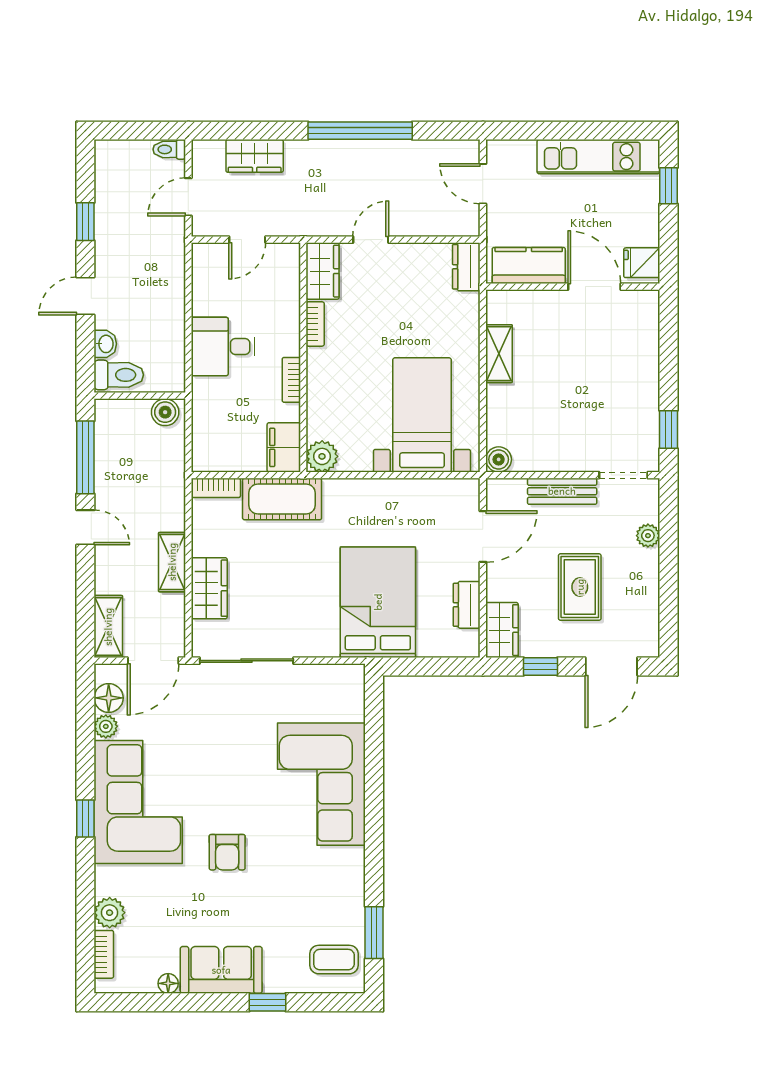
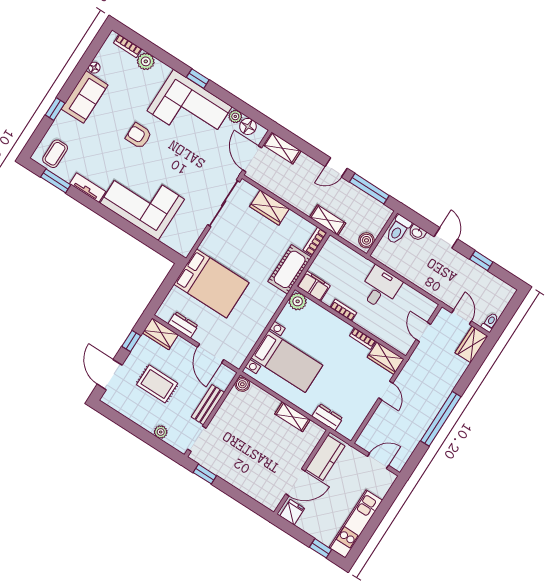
wardrobe: (255, 156) -> (471, 344), moved
dresser: (466, 267) -> (327, 417), moved
shelving: (172, 562) -> (328, 220), moved
tv unit: (353, 879) -> (88, 188), added

